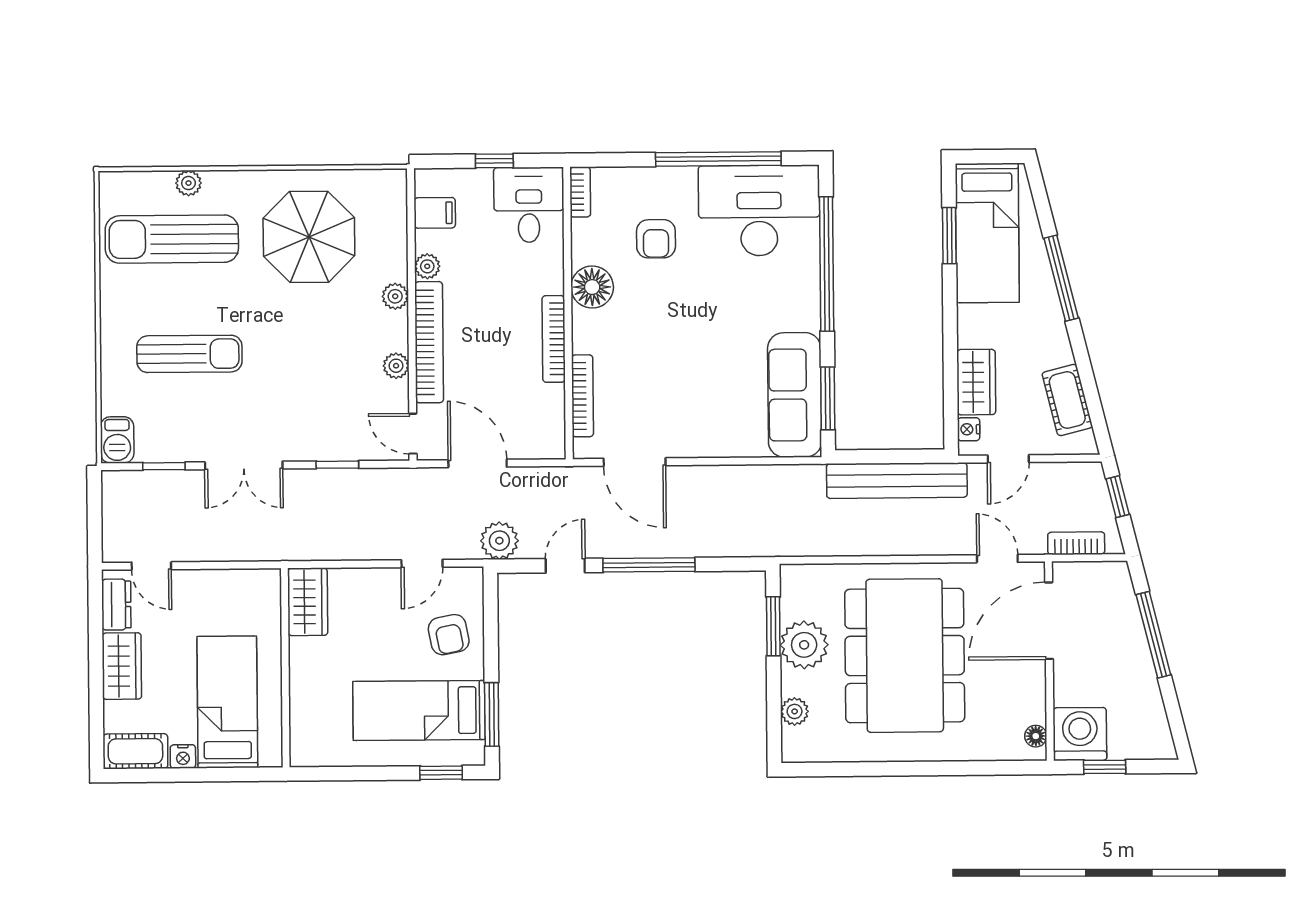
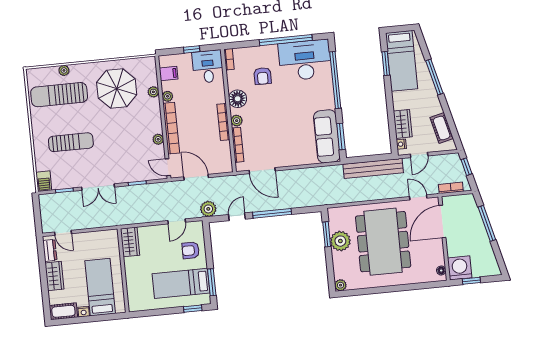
plant: (395, 296) -> (153, 92), moved
plant: (585, 338) -> (237, 121), added
armchair: (449, 635) -> (191, 250), turned 101
plant: (795, 711) -> (340, 285), moved

